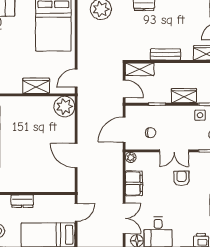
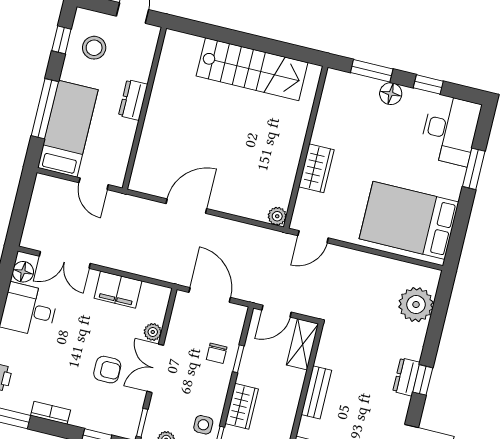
door: (76, 78) -> (313, 237), swing flipped
plant: (64, 107) -> (277, 216), width x0.53, depth x0.53
chair: (151, 133) -> (217, 353), moved
plant: (131, 157) -> (153, 332), moved

